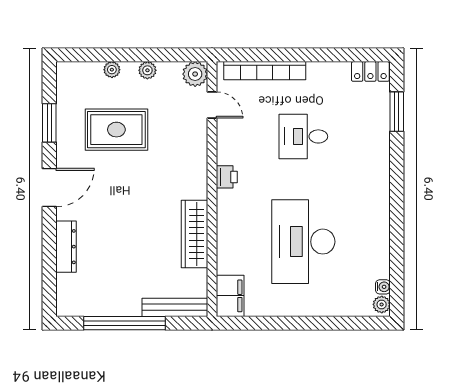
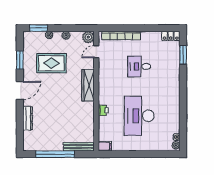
window: (89, 55) -> (39, 28), added
door: (212, 105) -> (96, 52), swing flipped
printer: (227, 177) -> (103, 110), moved
wardrobe: (195, 234) -> (88, 85), moved
filing cabinet: (230, 296) -> (105, 146), width x0.50

